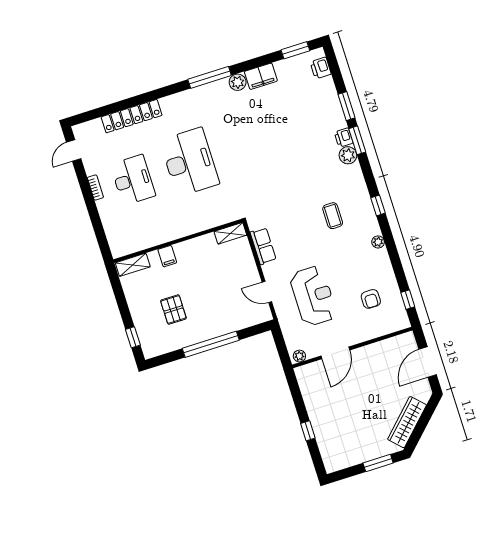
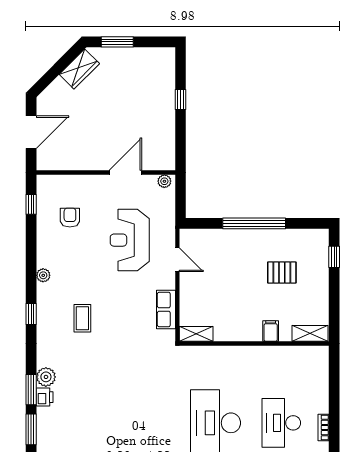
pallet: (173, 309) -> (282, 273), turned 90
wardrobe: (407, 422) -> (79, 69), width x0.67

